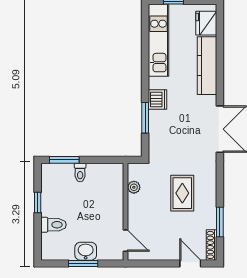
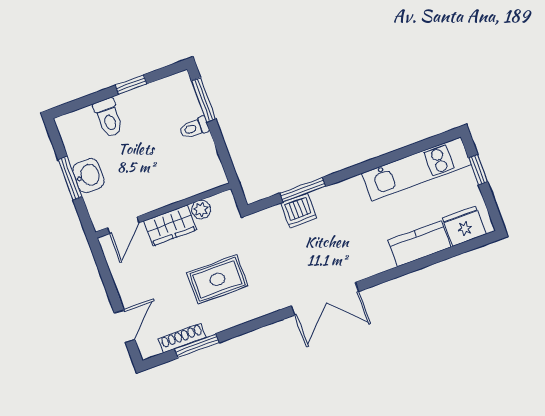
kitchen counter: (207, 66) -> (419, 244), width x0.67
dishwasher: (158, 100) -> (299, 211), moved
wardrobe: (137, 211) -> (170, 225), added
shoe rack: (211, 245) -> (182, 338), moved

